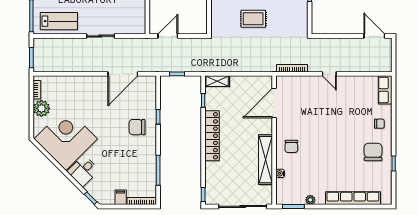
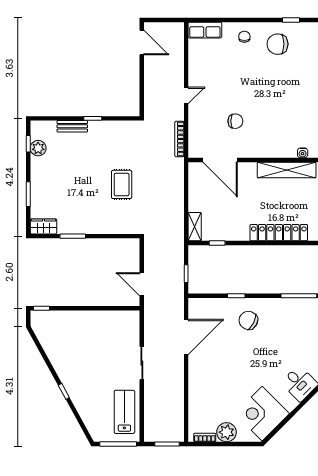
door: (374, 36) -> (142, 43), swing flipped
door: (123, 74) -> (186, 337), hinge flipped
chair: (137, 127) -> (248, 320), turned 118
locker: (212, 136) -> (279, 233), moved
corner desk: (66, 139) -> (262, 414), width x0.74, depth x0.74
chair: (291, 146) -> (235, 121), moved

